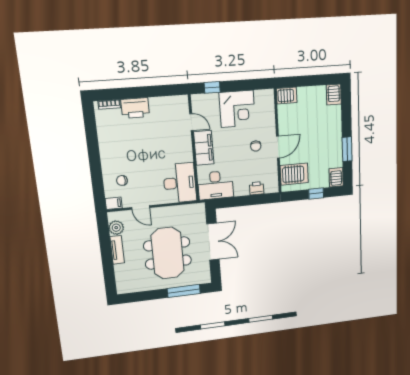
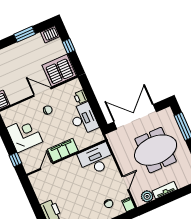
server rack: (294, 174) -> (59, 70), width x1.60
desk: (216, 185) -> (84, 119), moved
double door: (213, 242) -> (135, 117), width x1.36

